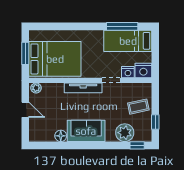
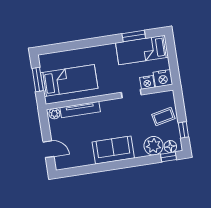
window: (122, 26) -> (134, 36), width x0.69
bed: (55, 59) -> (69, 81), width x0.67
tv unit: (83, 88) -> (80, 110), moved
door: (25, 110) -> (48, 149), moved
floor lamp: (61, 136) -> (170, 147), moved

